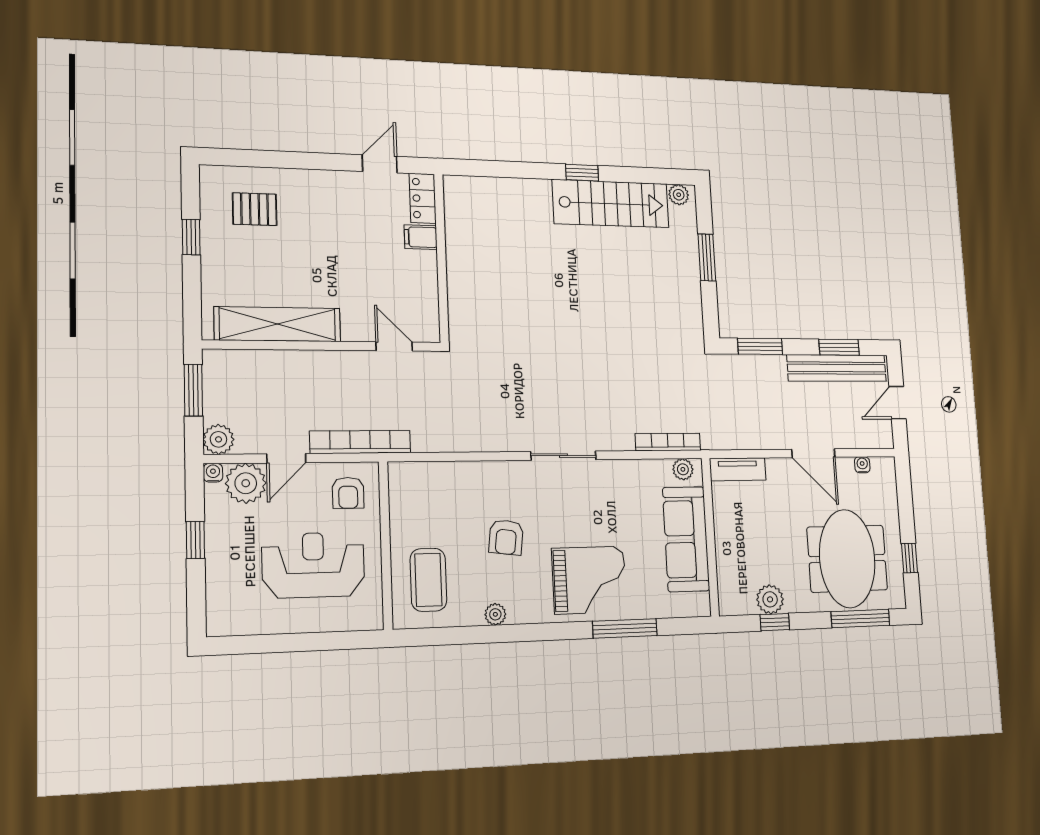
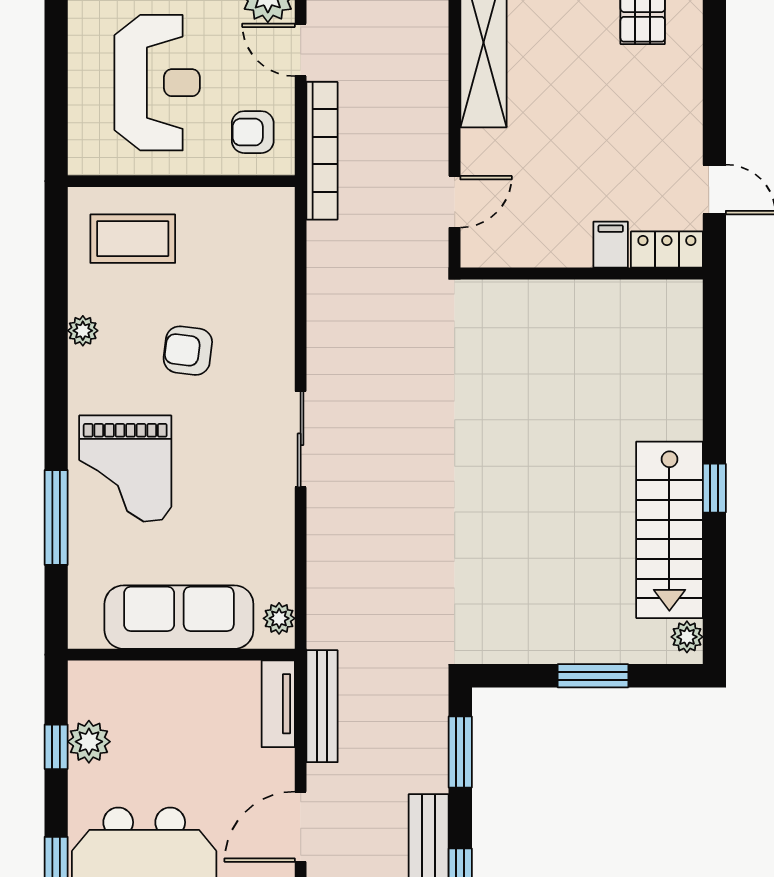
bench: (737, 439) -> (322, 706), added
bookcase: (668, 442) -> (319, 598), removed

